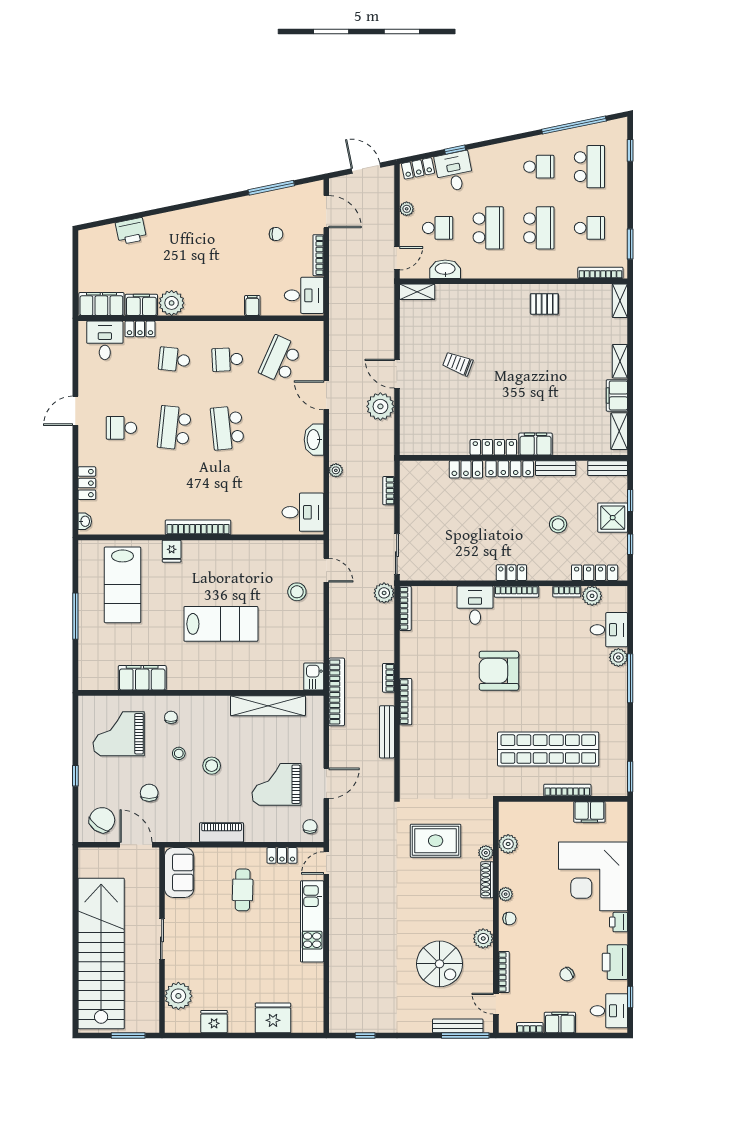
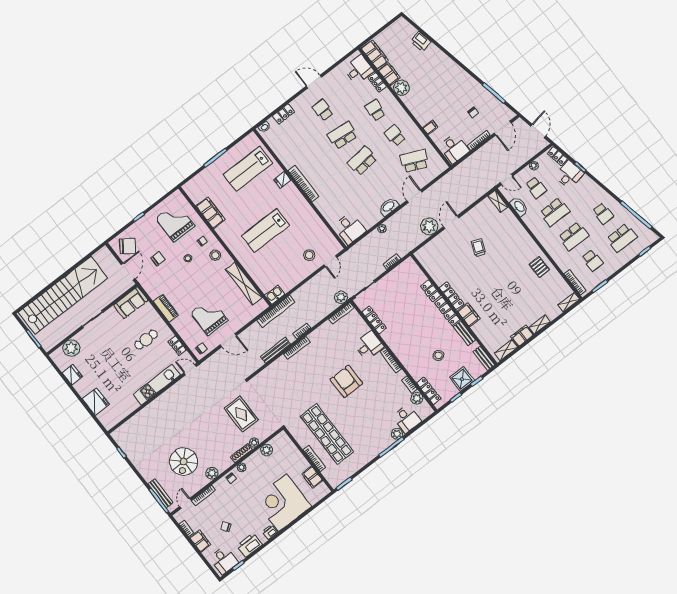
locker: (511, 573) -> (374, 320), moved, width x1.53
lab bench: (221, 624) -> (266, 230), turned 90
stool: (212, 766) -> (215, 255), moved

